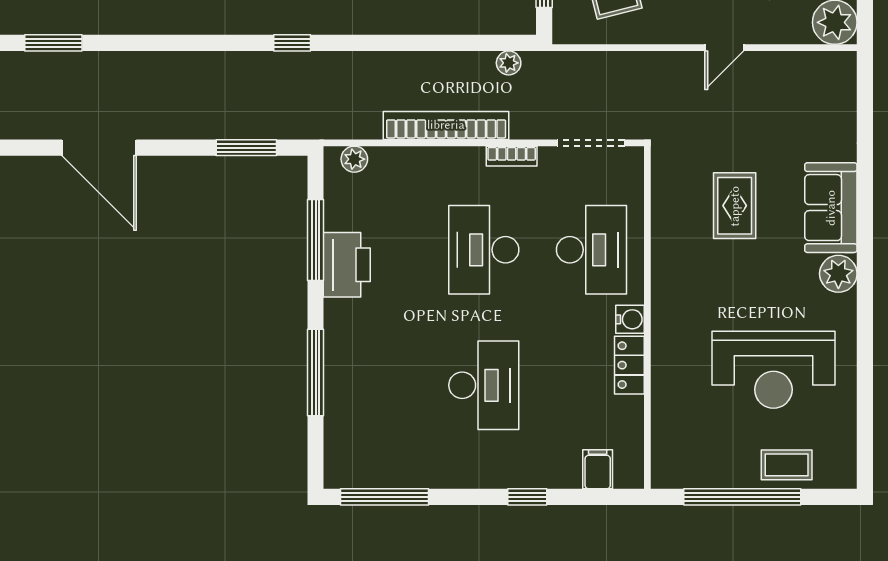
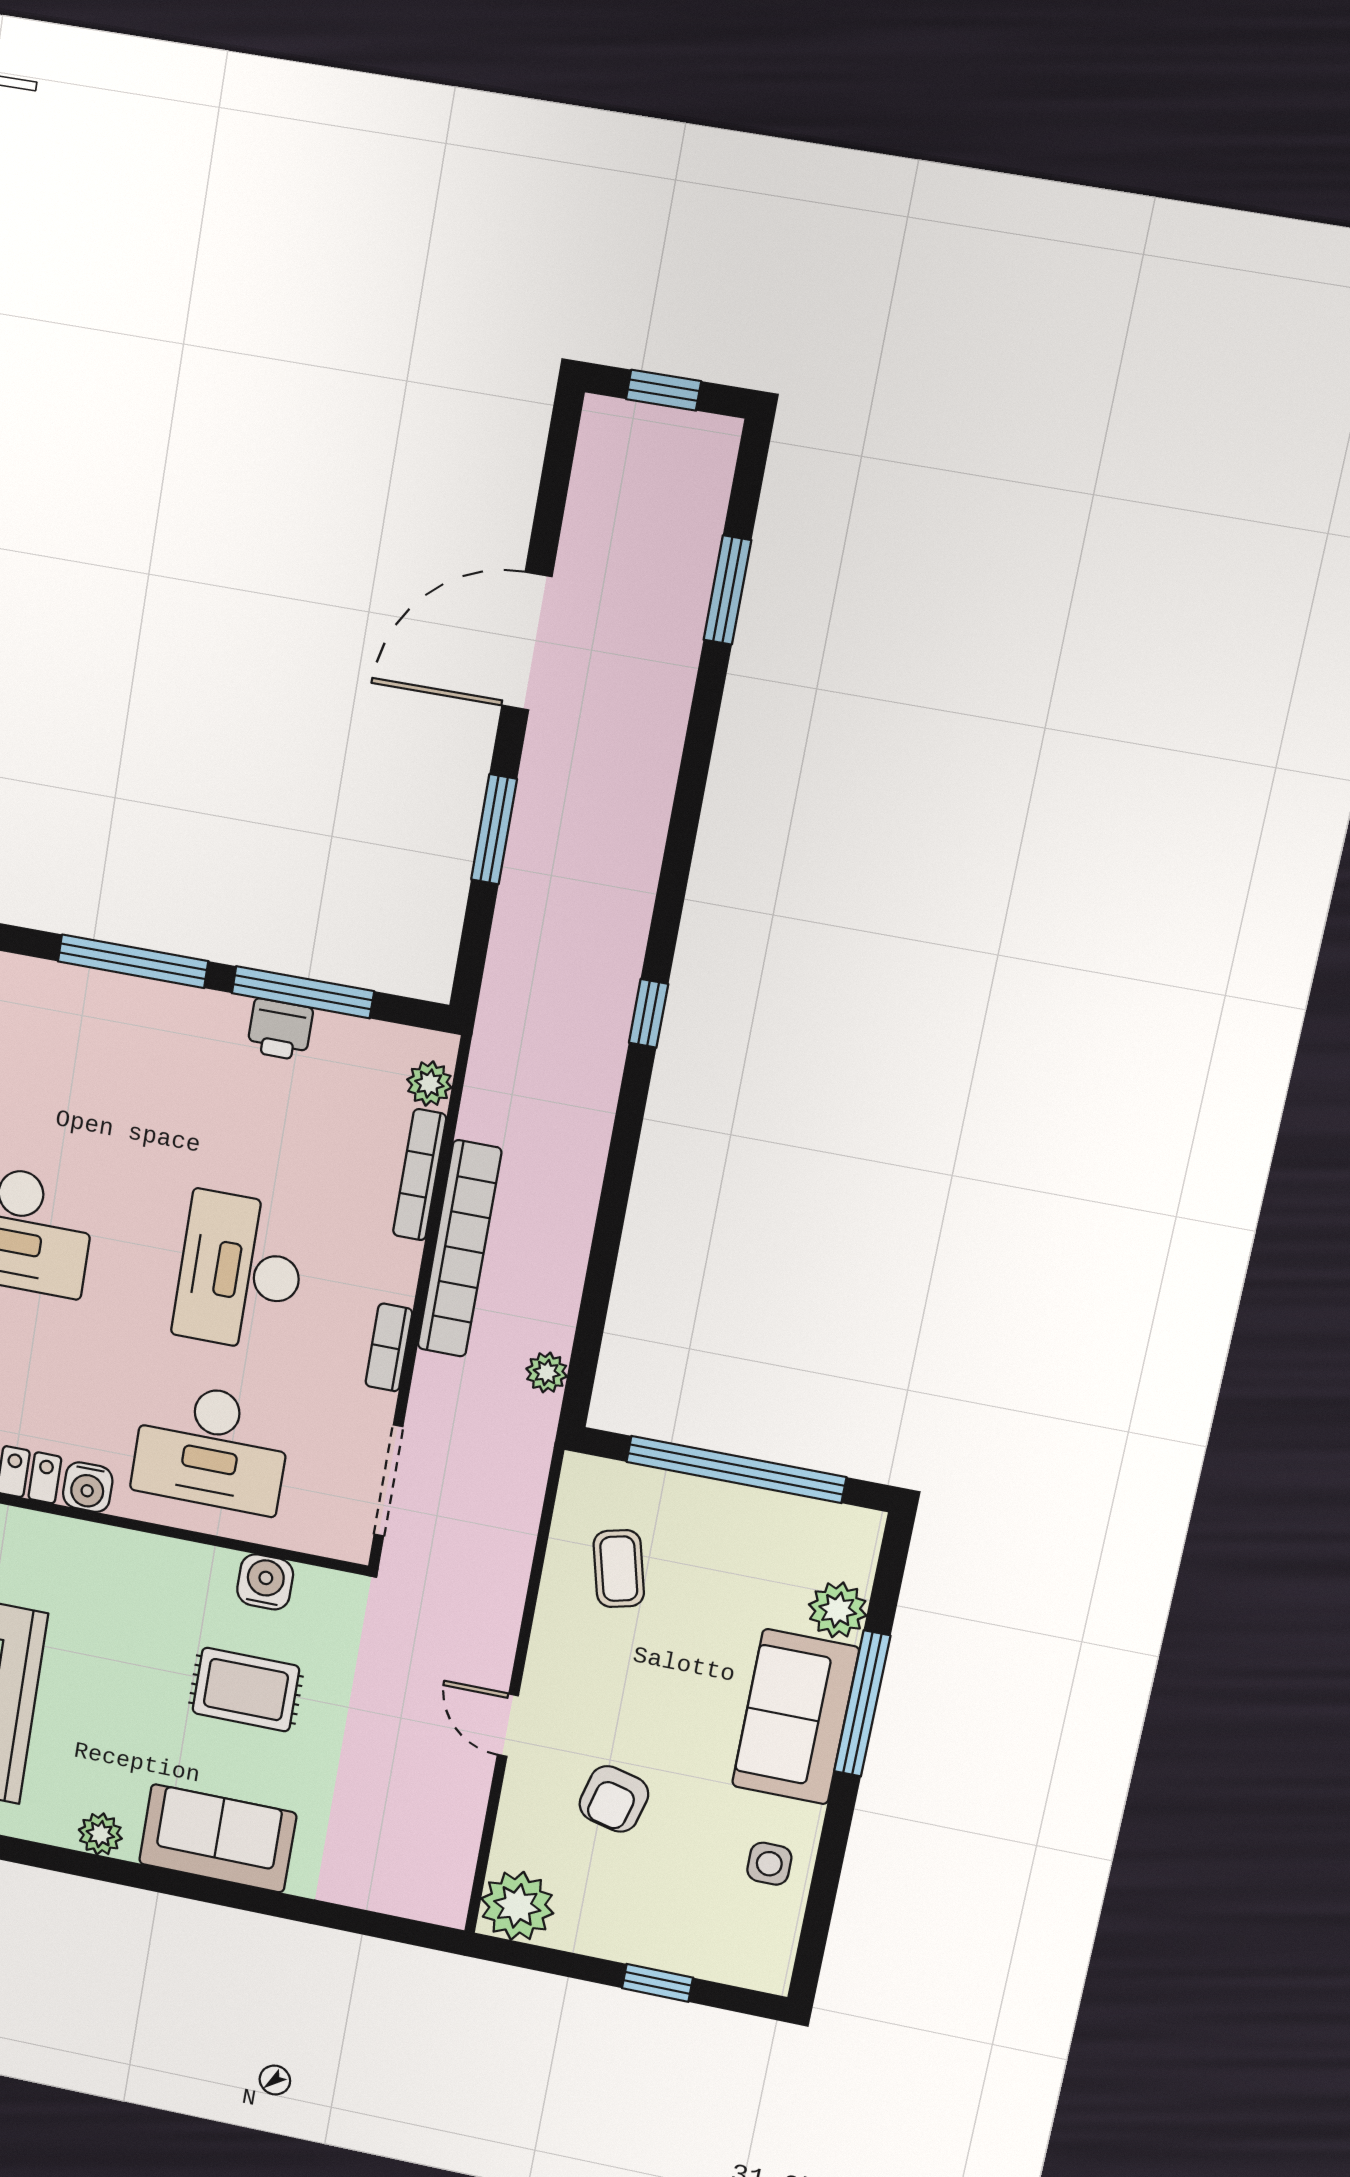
window: (246, 148) -> (494, 829), moved
bookcase: (408, 156) -> (420, 1175), added
water cooler: (666, 205) -> (265, 1582), added
desk: (484, 250) -> (240, 1272), turned -90
printer: (347, 265) -> (280, 1030), width x0.53, depth x0.68
plant: (838, 274) -> (100, 1834), width x0.73, depth x0.73
window: (316, 373) -> (133, 961), moved

